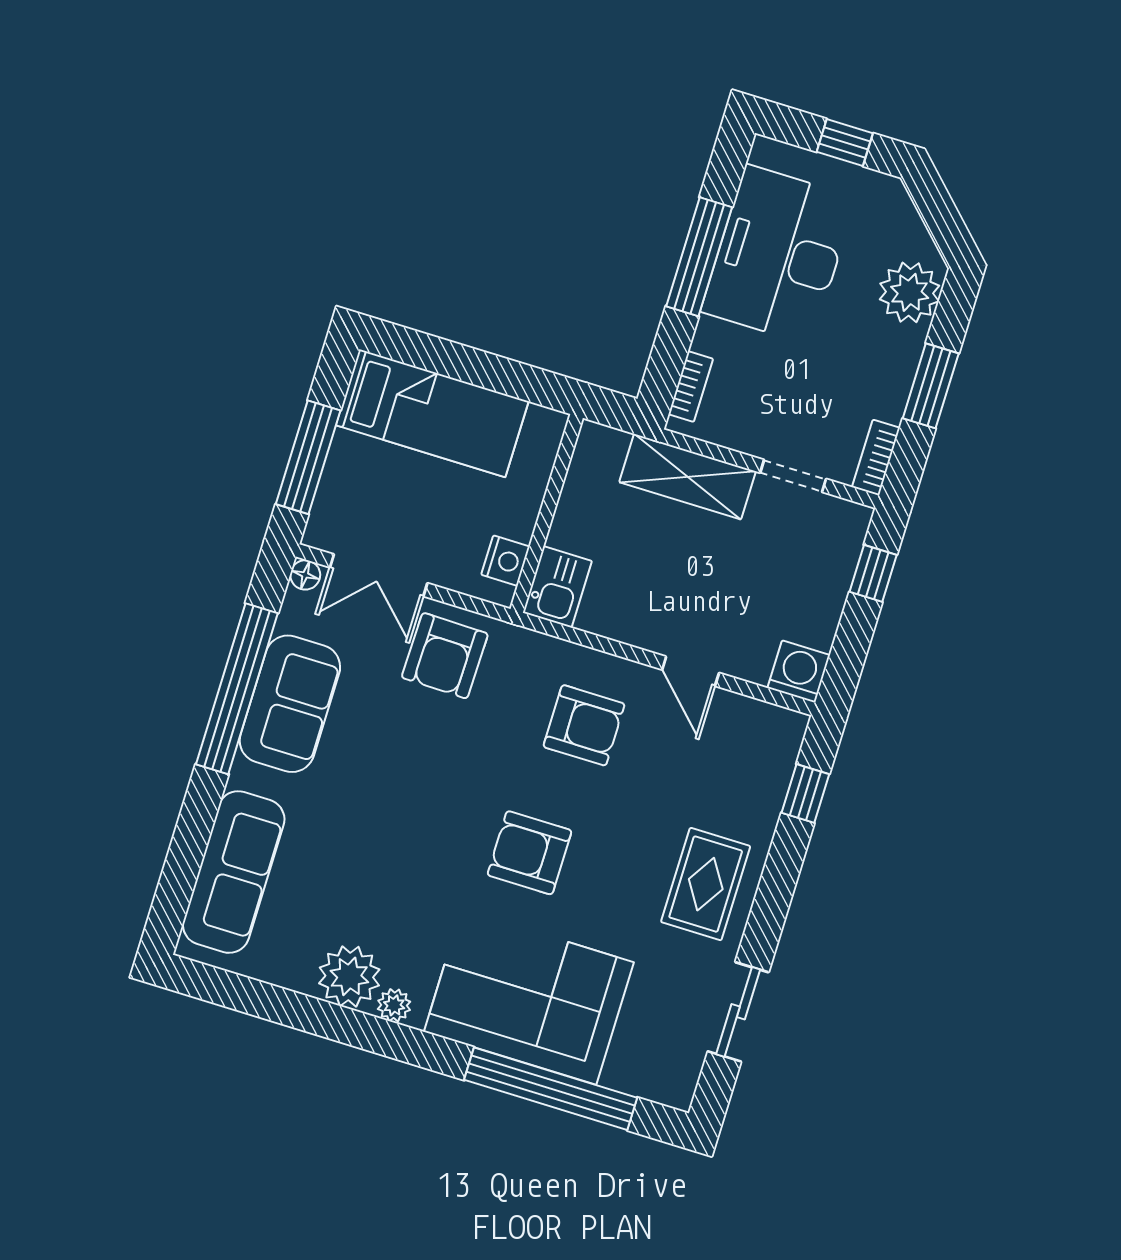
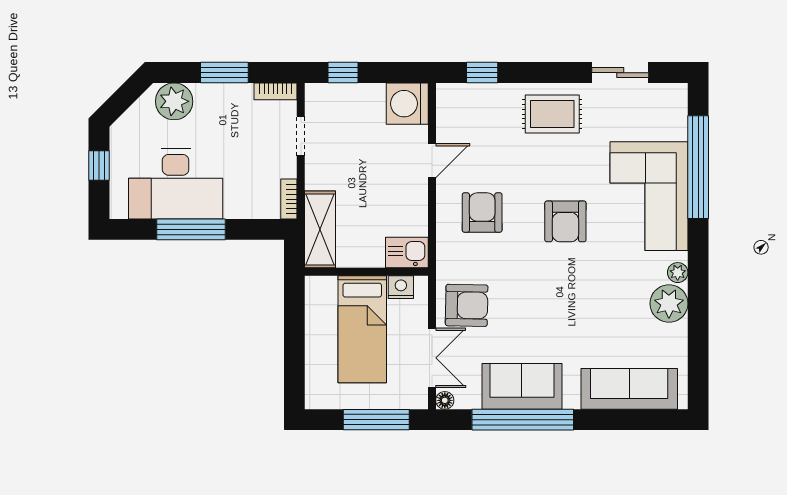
bookcase: (691, 387) -> (289, 199), moved, turned -90
bed: (432, 413) -> (362, 329), moved, turned 180
shelving: (687, 477) -> (320, 229), moved
washing machine: (799, 672) -> (407, 104), width x1.37, depth x1.37

